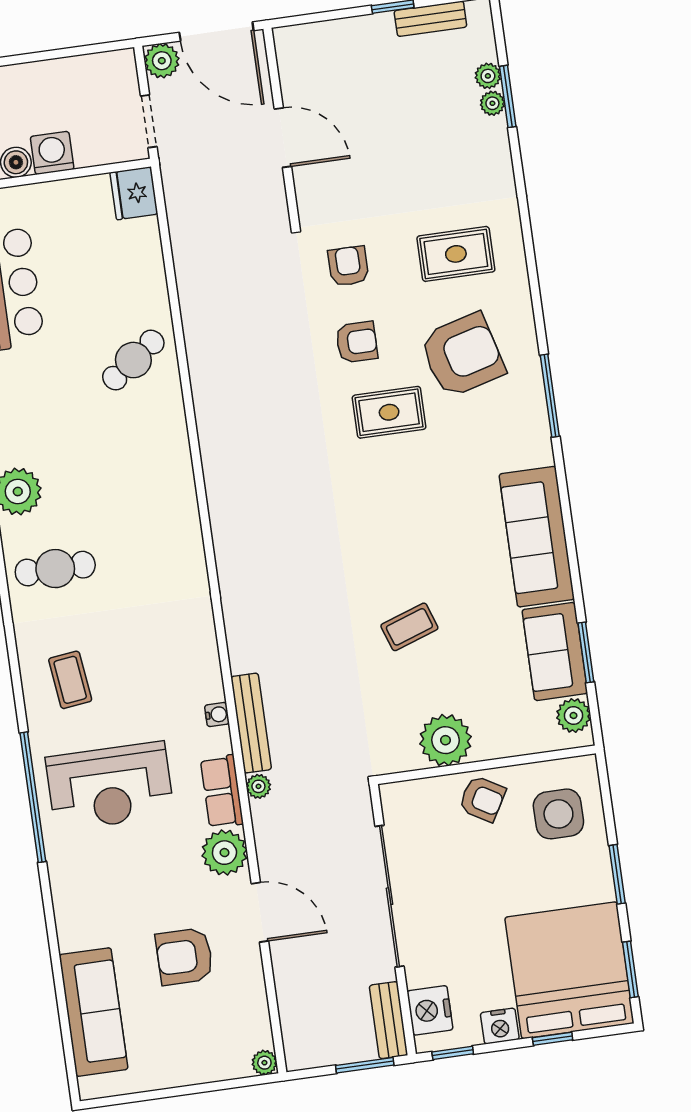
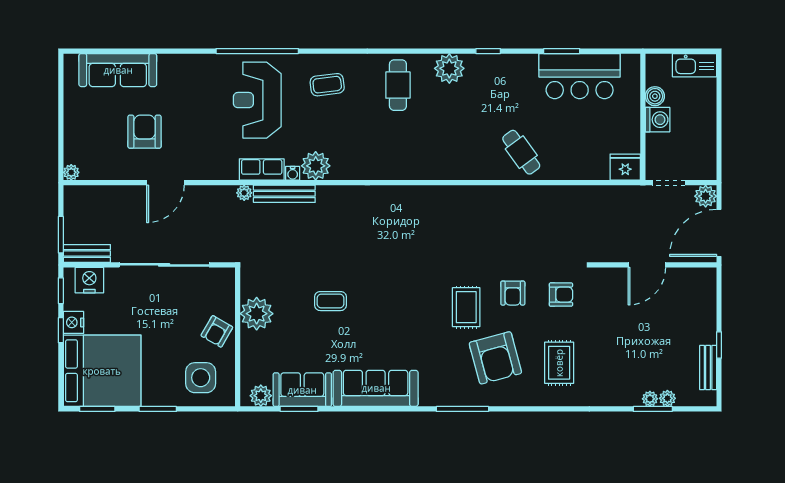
coffee table: (409, 627) -> (330, 301), turned -71
row of seats: (222, 791) -> (262, 170), moved
plant: (224, 853) -> (316, 166), moved
window: (553, 1039) -> (61, 330), moved

